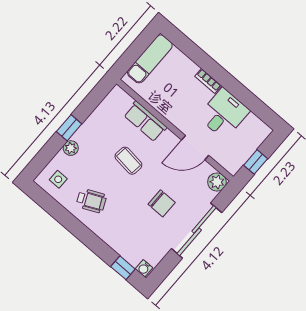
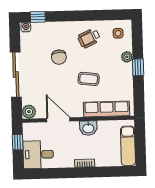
washbasin: (173, 112) -> (88, 128), added
desk: (224, 114) -> (38, 154), moved, turned 90
row of seats: (145, 121) -> (107, 109), width x1.48
door: (195, 148) -> (58, 120), hinge flipped
chair: (162, 203) -> (59, 57), moved, turned -93

